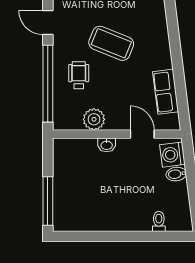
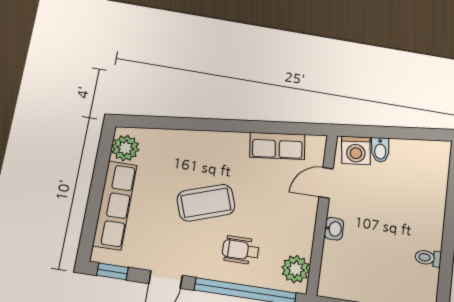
coffee table: (111, 43) -> (206, 203), turned 49
plant: (94, 119) -> (296, 269), moved
toilet: (159, 221) -> (428, 258), moved

